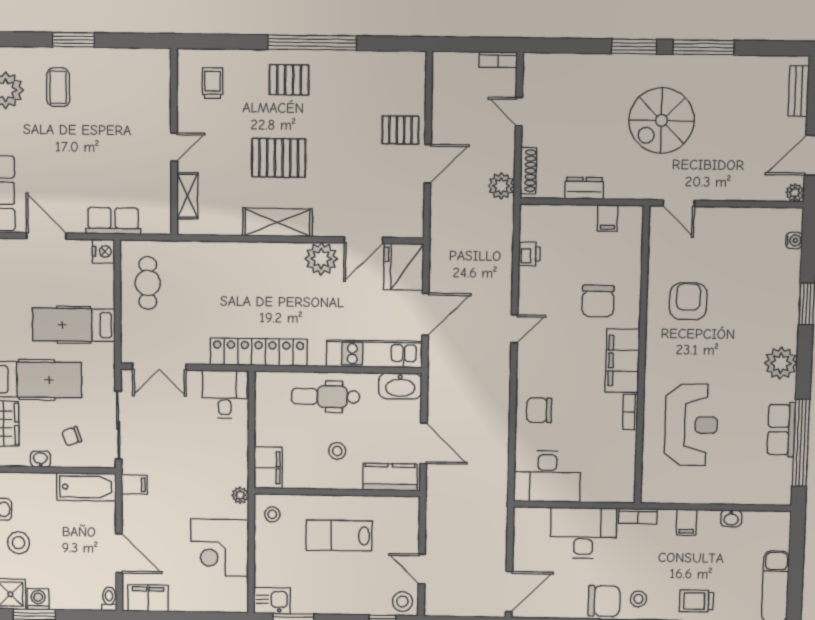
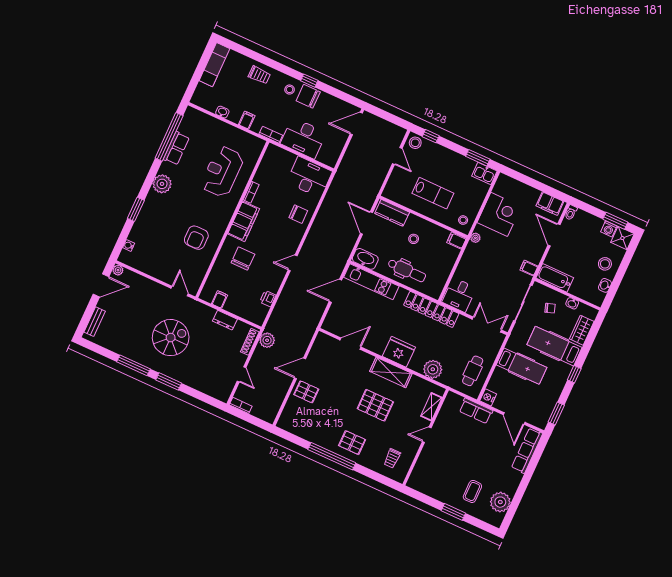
plant: (321, 259) -> (433, 369), moved
fridge: (404, 267) -> (399, 352), moved, turned -90
filing cabinet: (268, 468) -> (457, 240), width x0.50

